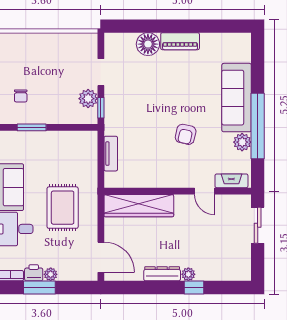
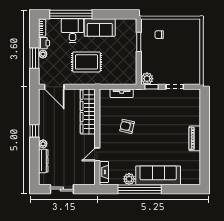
floor lamp: (148, 44) -> (193, 118), removed
plant: (88, 99) -> (147, 79), moved
armchair: (186, 134) -> (127, 126), moved
sliding door: (258, 225) -> (62, 189), moved
door: (101, 257) -> (54, 87), hinge flipped
dresser: (162, 274) -> (43, 161), moved
window: (39, 287) -> (34, 58), moved
window: (194, 287) -> (34, 131), moved

